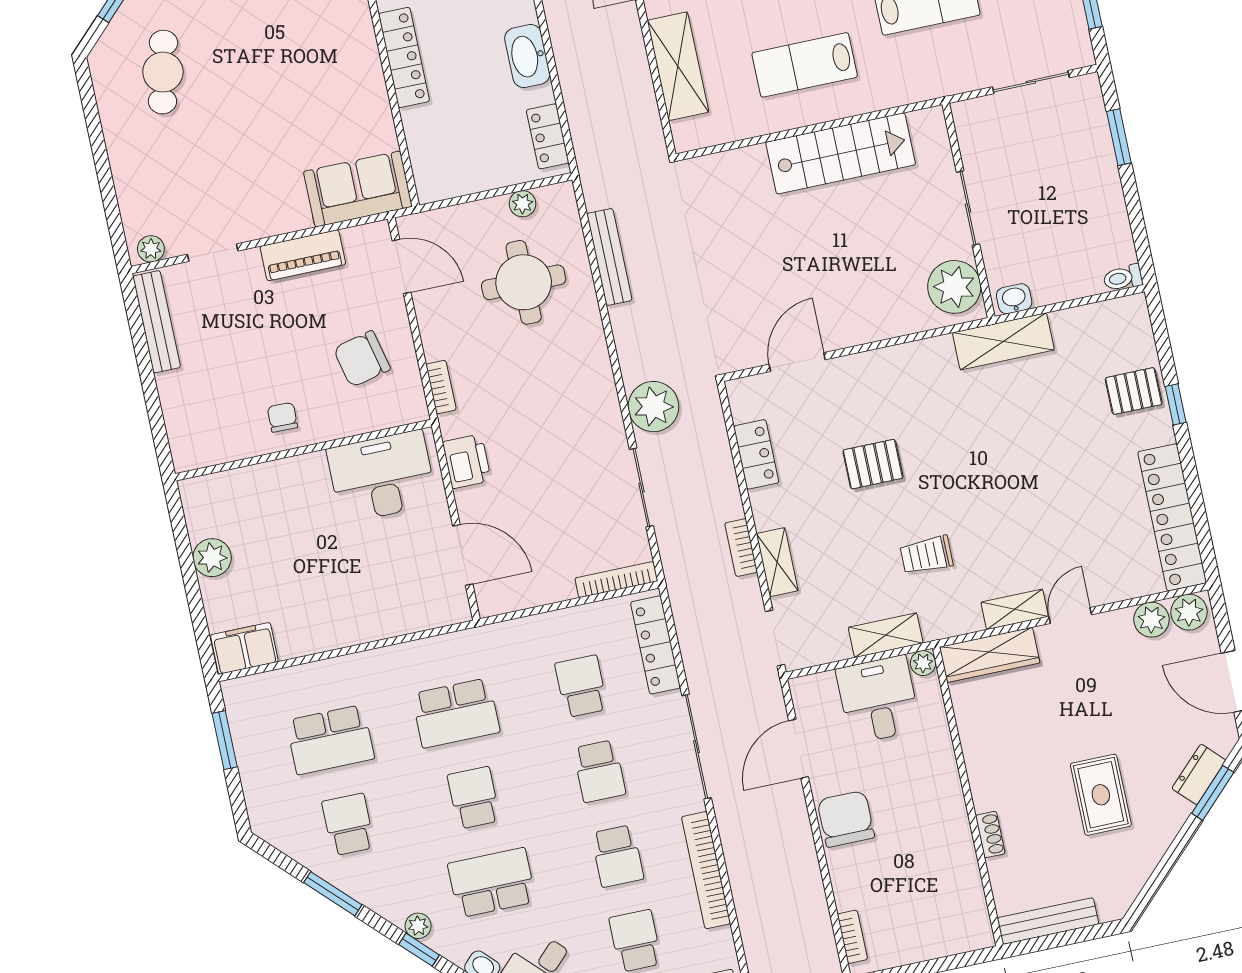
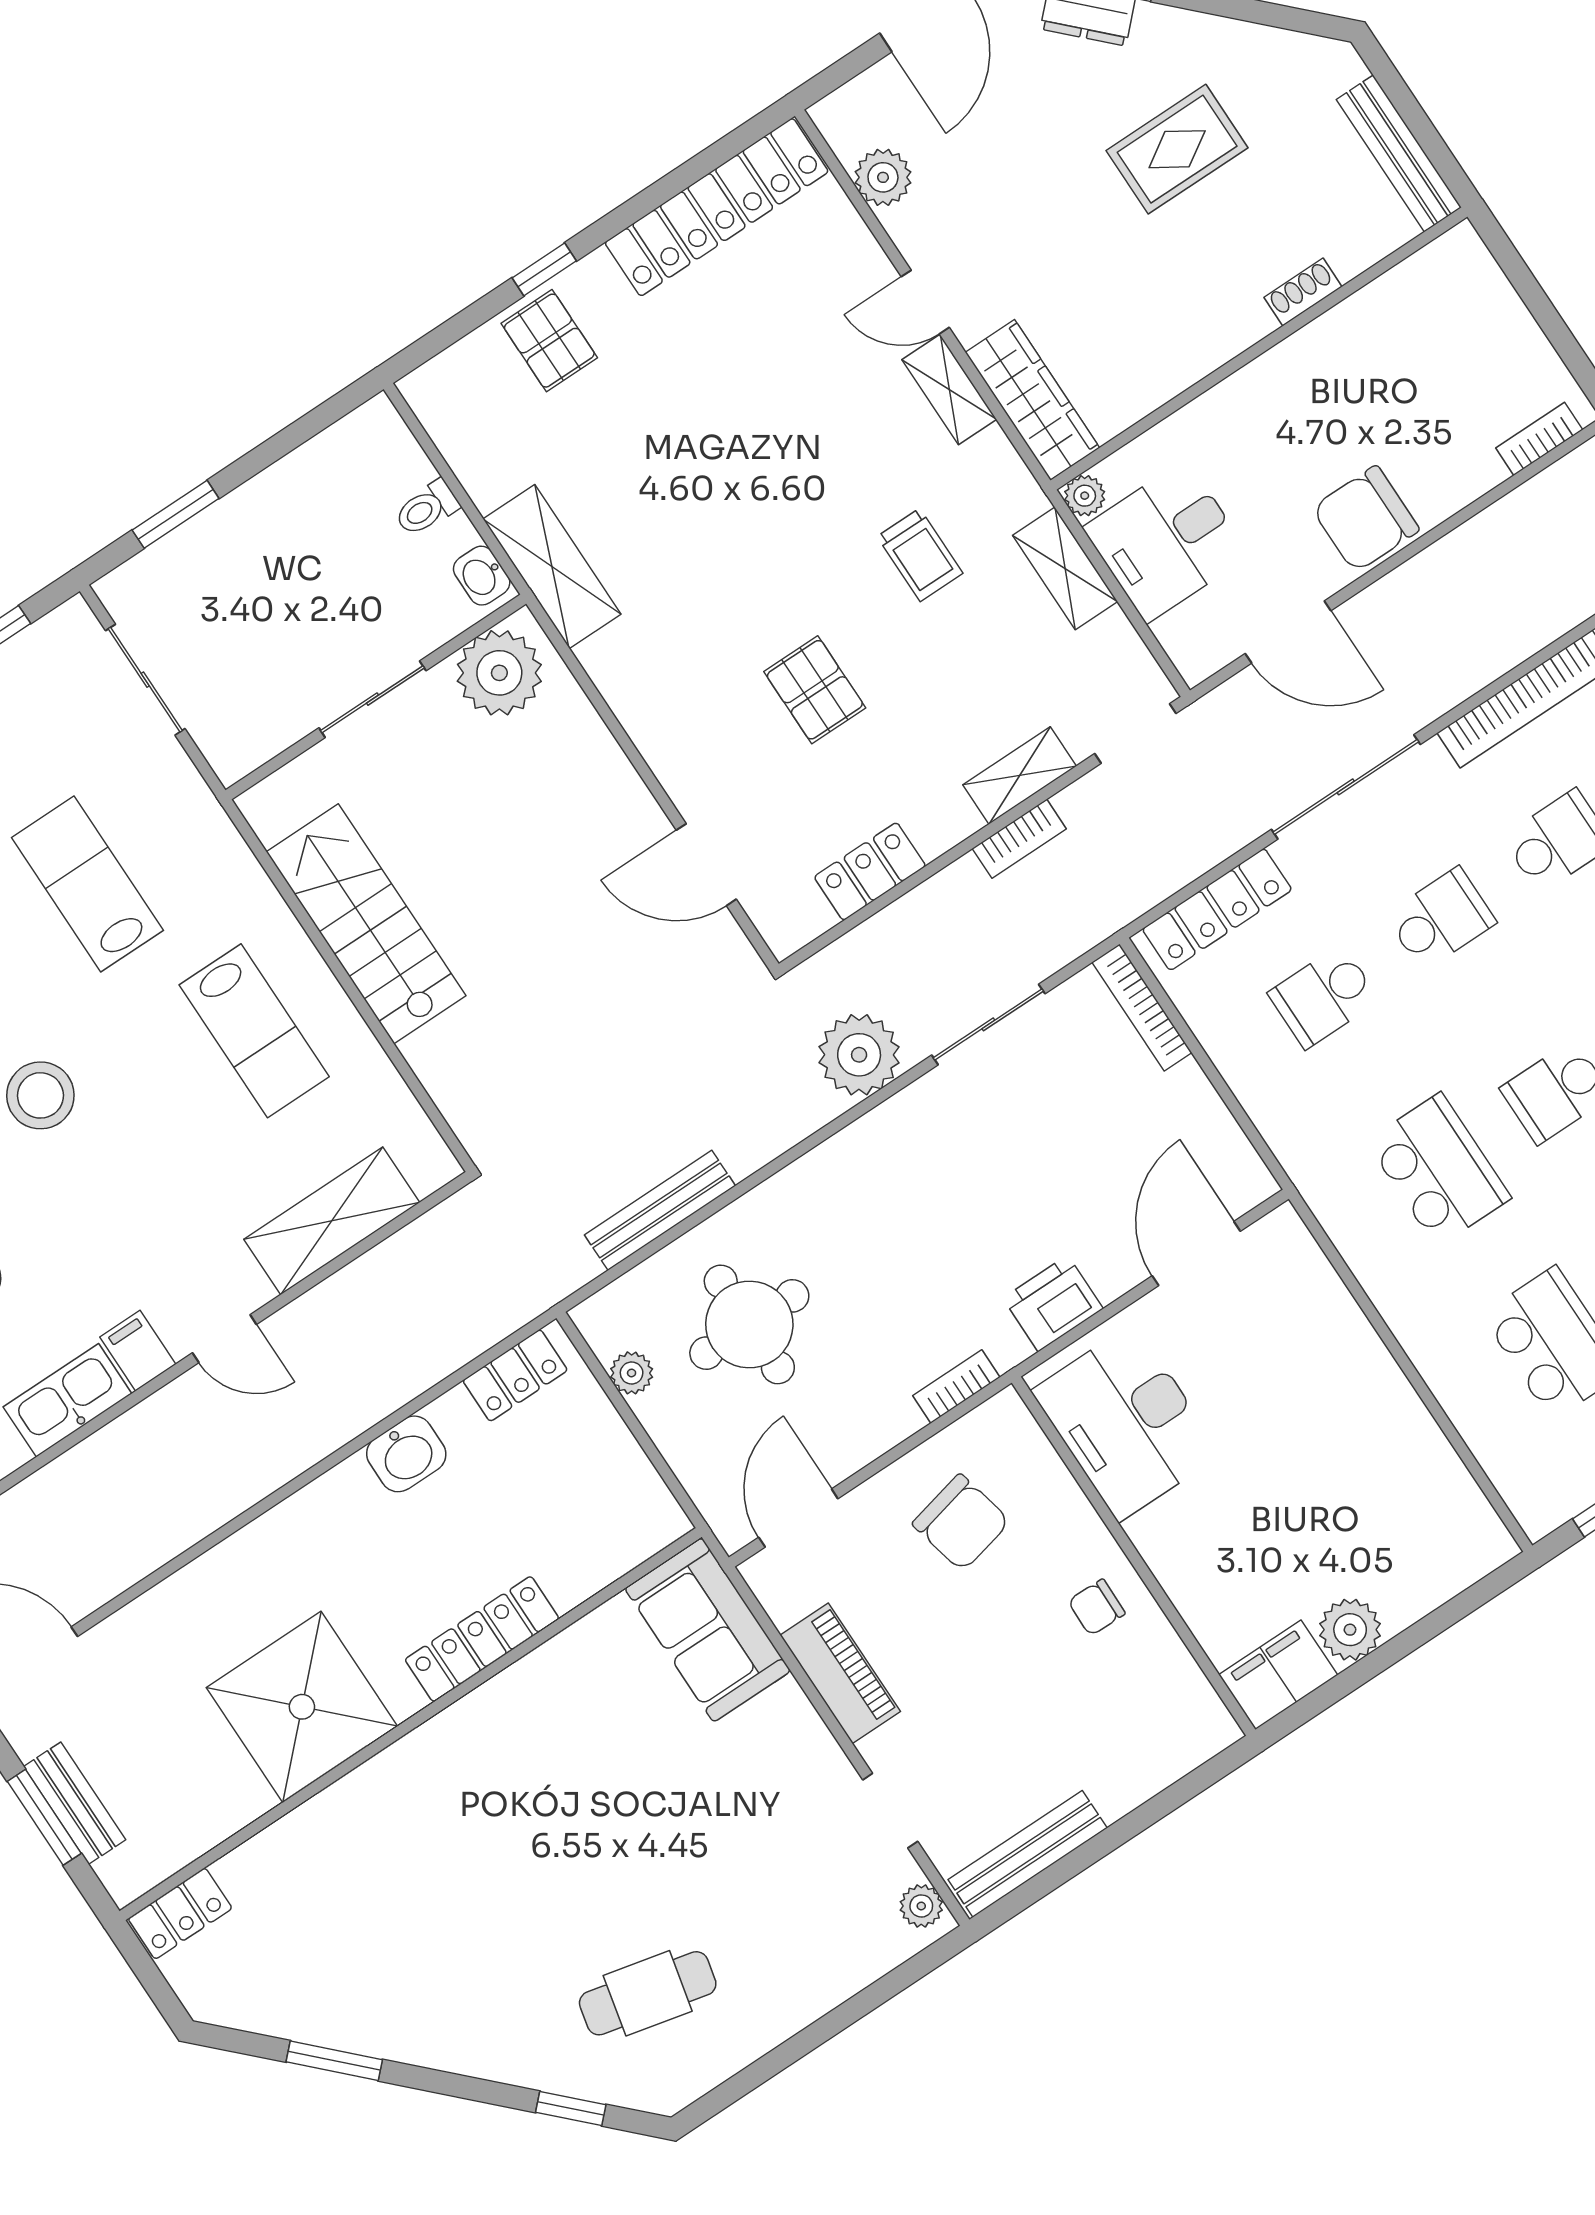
washbasin: (527, 56) -> (406, 1454), width x0.72
toilet: (1123, 278) -> (427, 508), moved, turned 90
plant: (1189, 612) -> (849, 125), removed
filing cabinet: (244, 648) -> (1278, 1675), moved, turned 90

